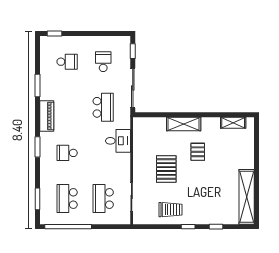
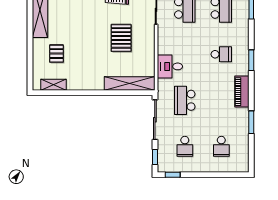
window: (55, 34) -> (173, 175), moved
school desk: (67, 62) -> (221, 146), turned -90
shelving: (184, 124) -> (129, 83), moved, width x1.47
pallet: (198, 152) -> (56, 54), moved

